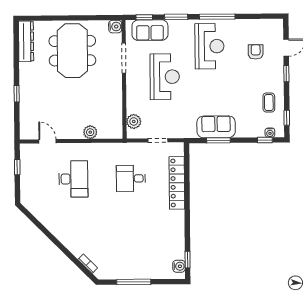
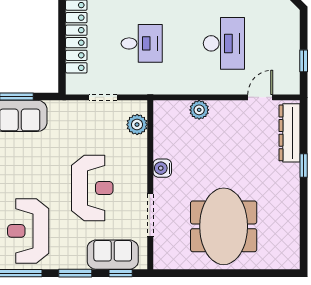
water cooler: (115, 27) -> (162, 168), moved
dresser: (26, 41) -> (289, 133), moved
reception desk: (165, 77) -> (92, 188), turned 180
door: (47, 141) -> (260, 97), swing flipped
desk: (73, 179) -> (224, 43), turned 180

